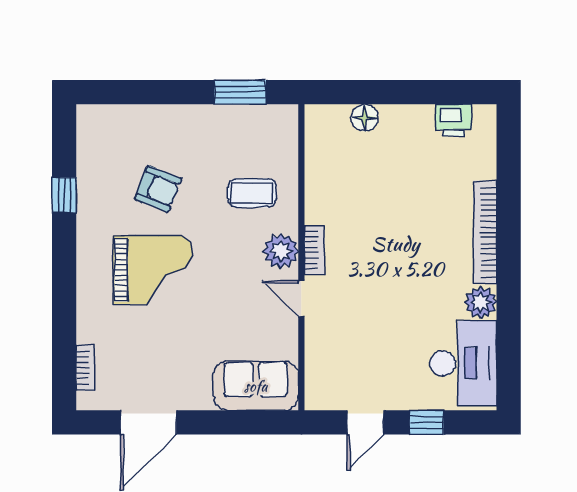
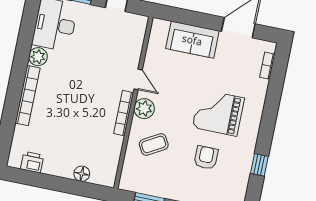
armchair: (158, 189) -> (206, 158), turned 69
coffee table: (252, 193) -> (154, 145), turned -30
bookcase: (314, 250) -> (124, 113), width x1.56
sofa: (256, 386) -> (192, 40), moved

